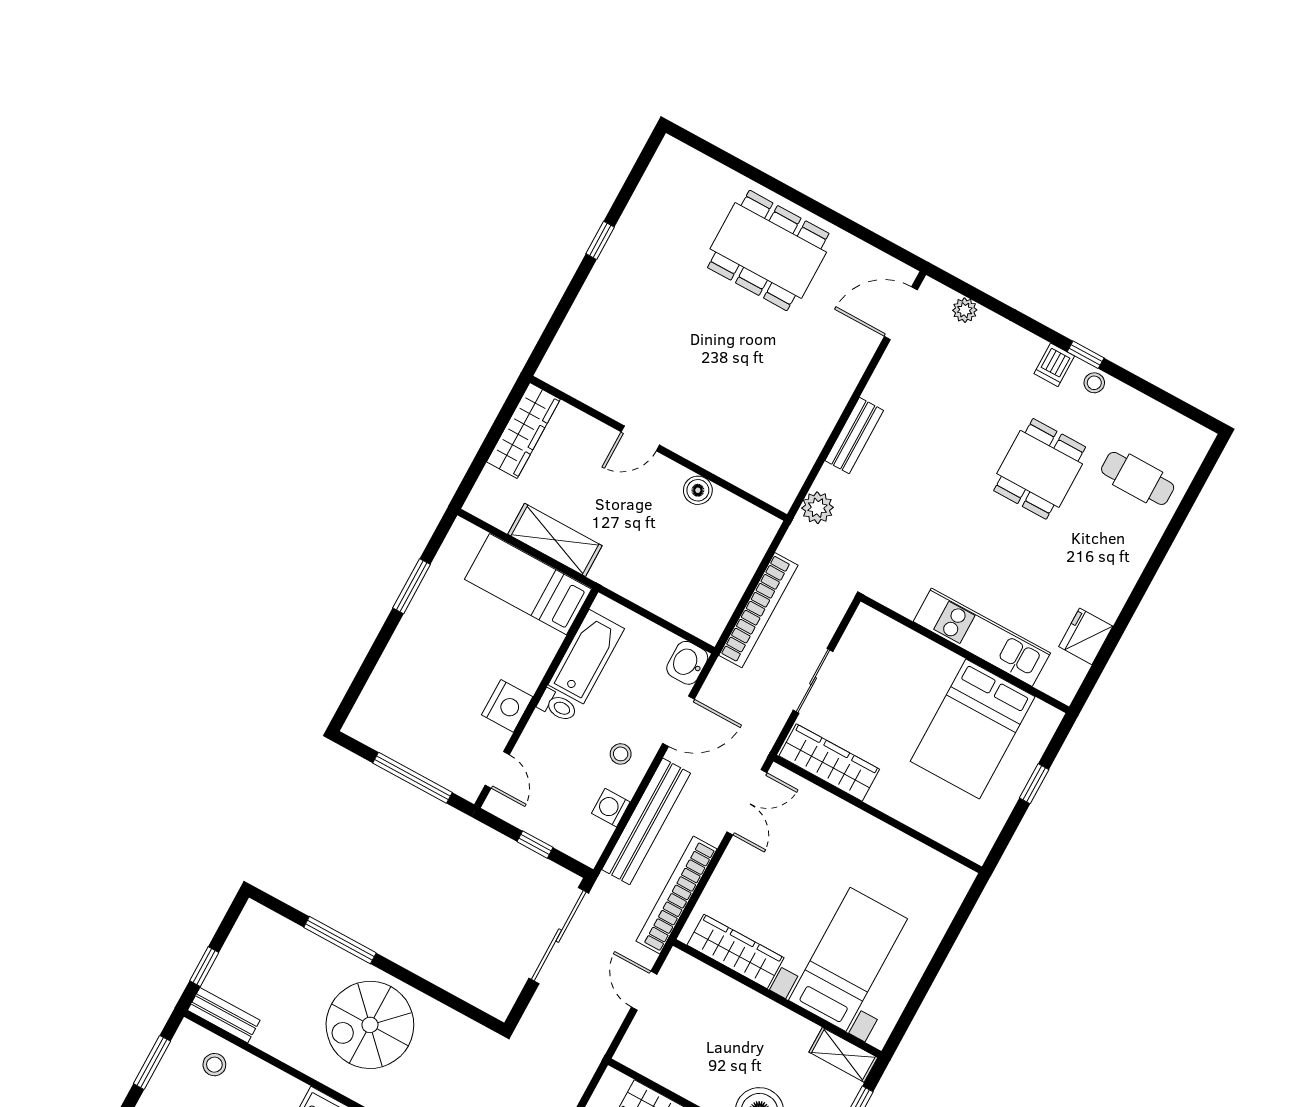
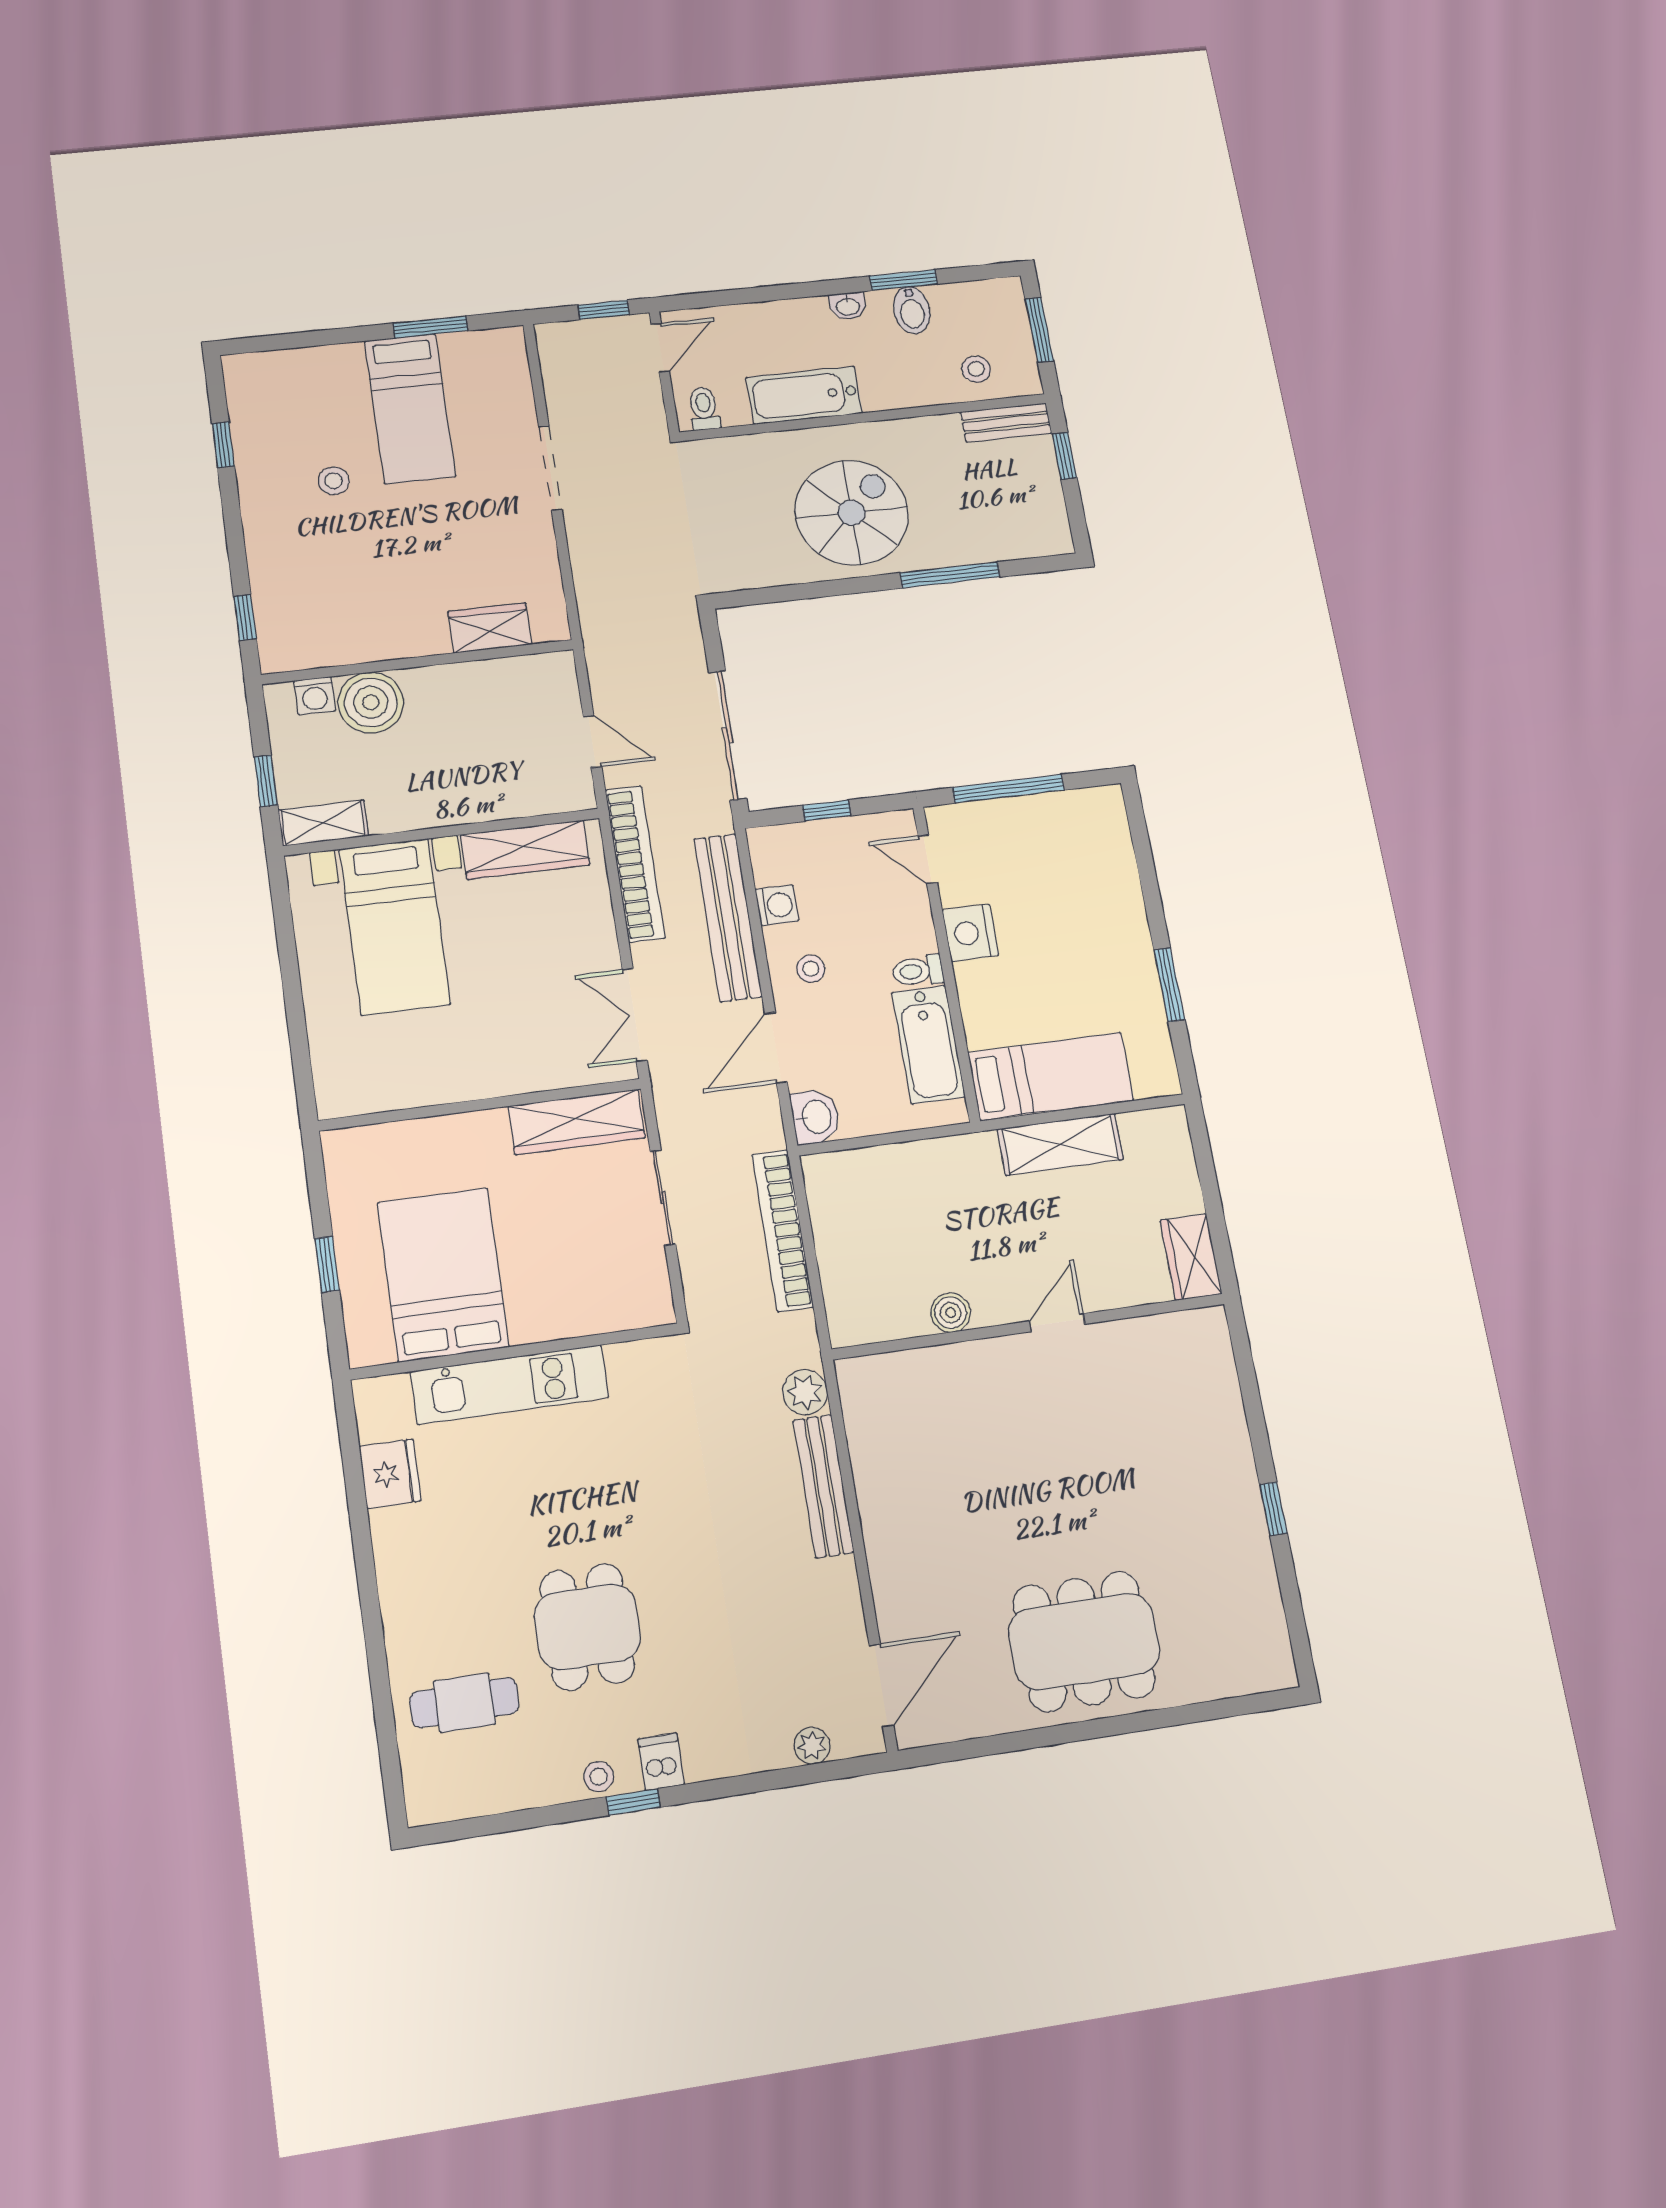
wardrobe: (523, 430) -> (1191, 1257), width x0.67
bench: (854, 435) -> (824, 1486), width x1.36

